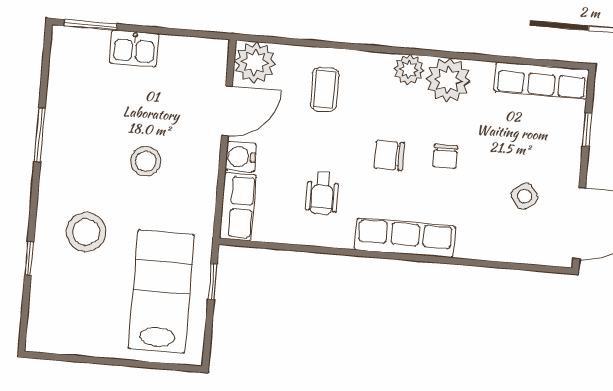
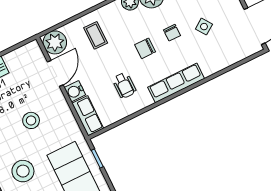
side table: (524, 196) -> (204, 27), moved

